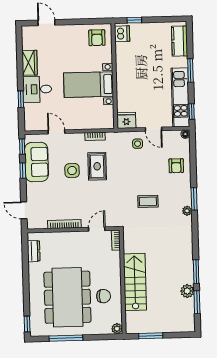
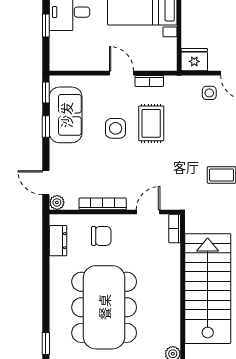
door: (56, 132) -> (121, 73), moved
plant: (32, 224) -> (57, 202), added
stairs: (135, 282) -> (208, 289), width x1.36, depth x1.51
chair: (104, 296) -> (101, 236), moved

